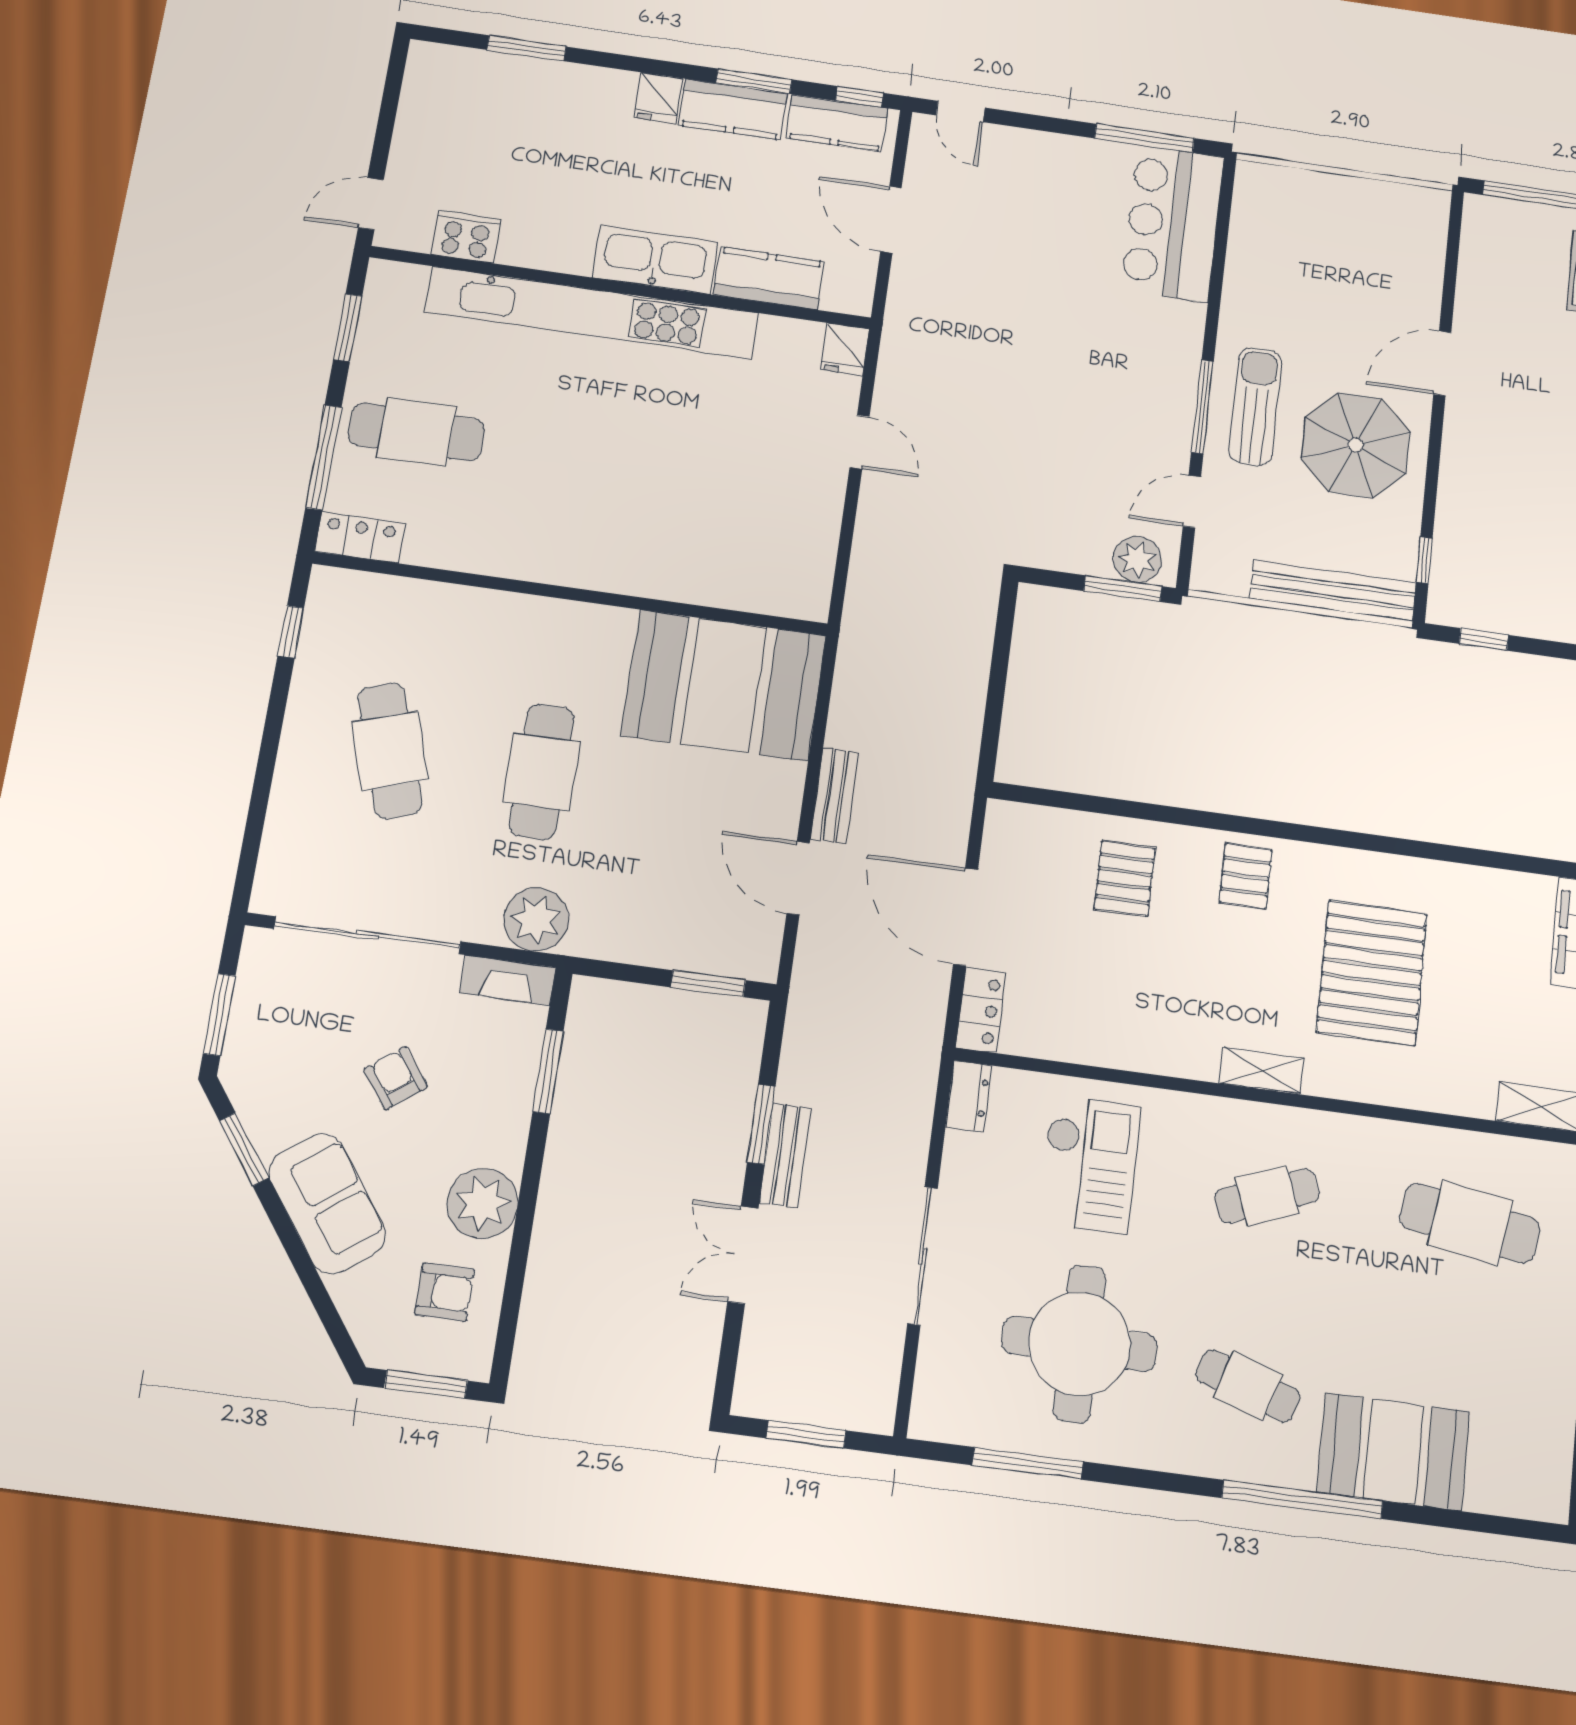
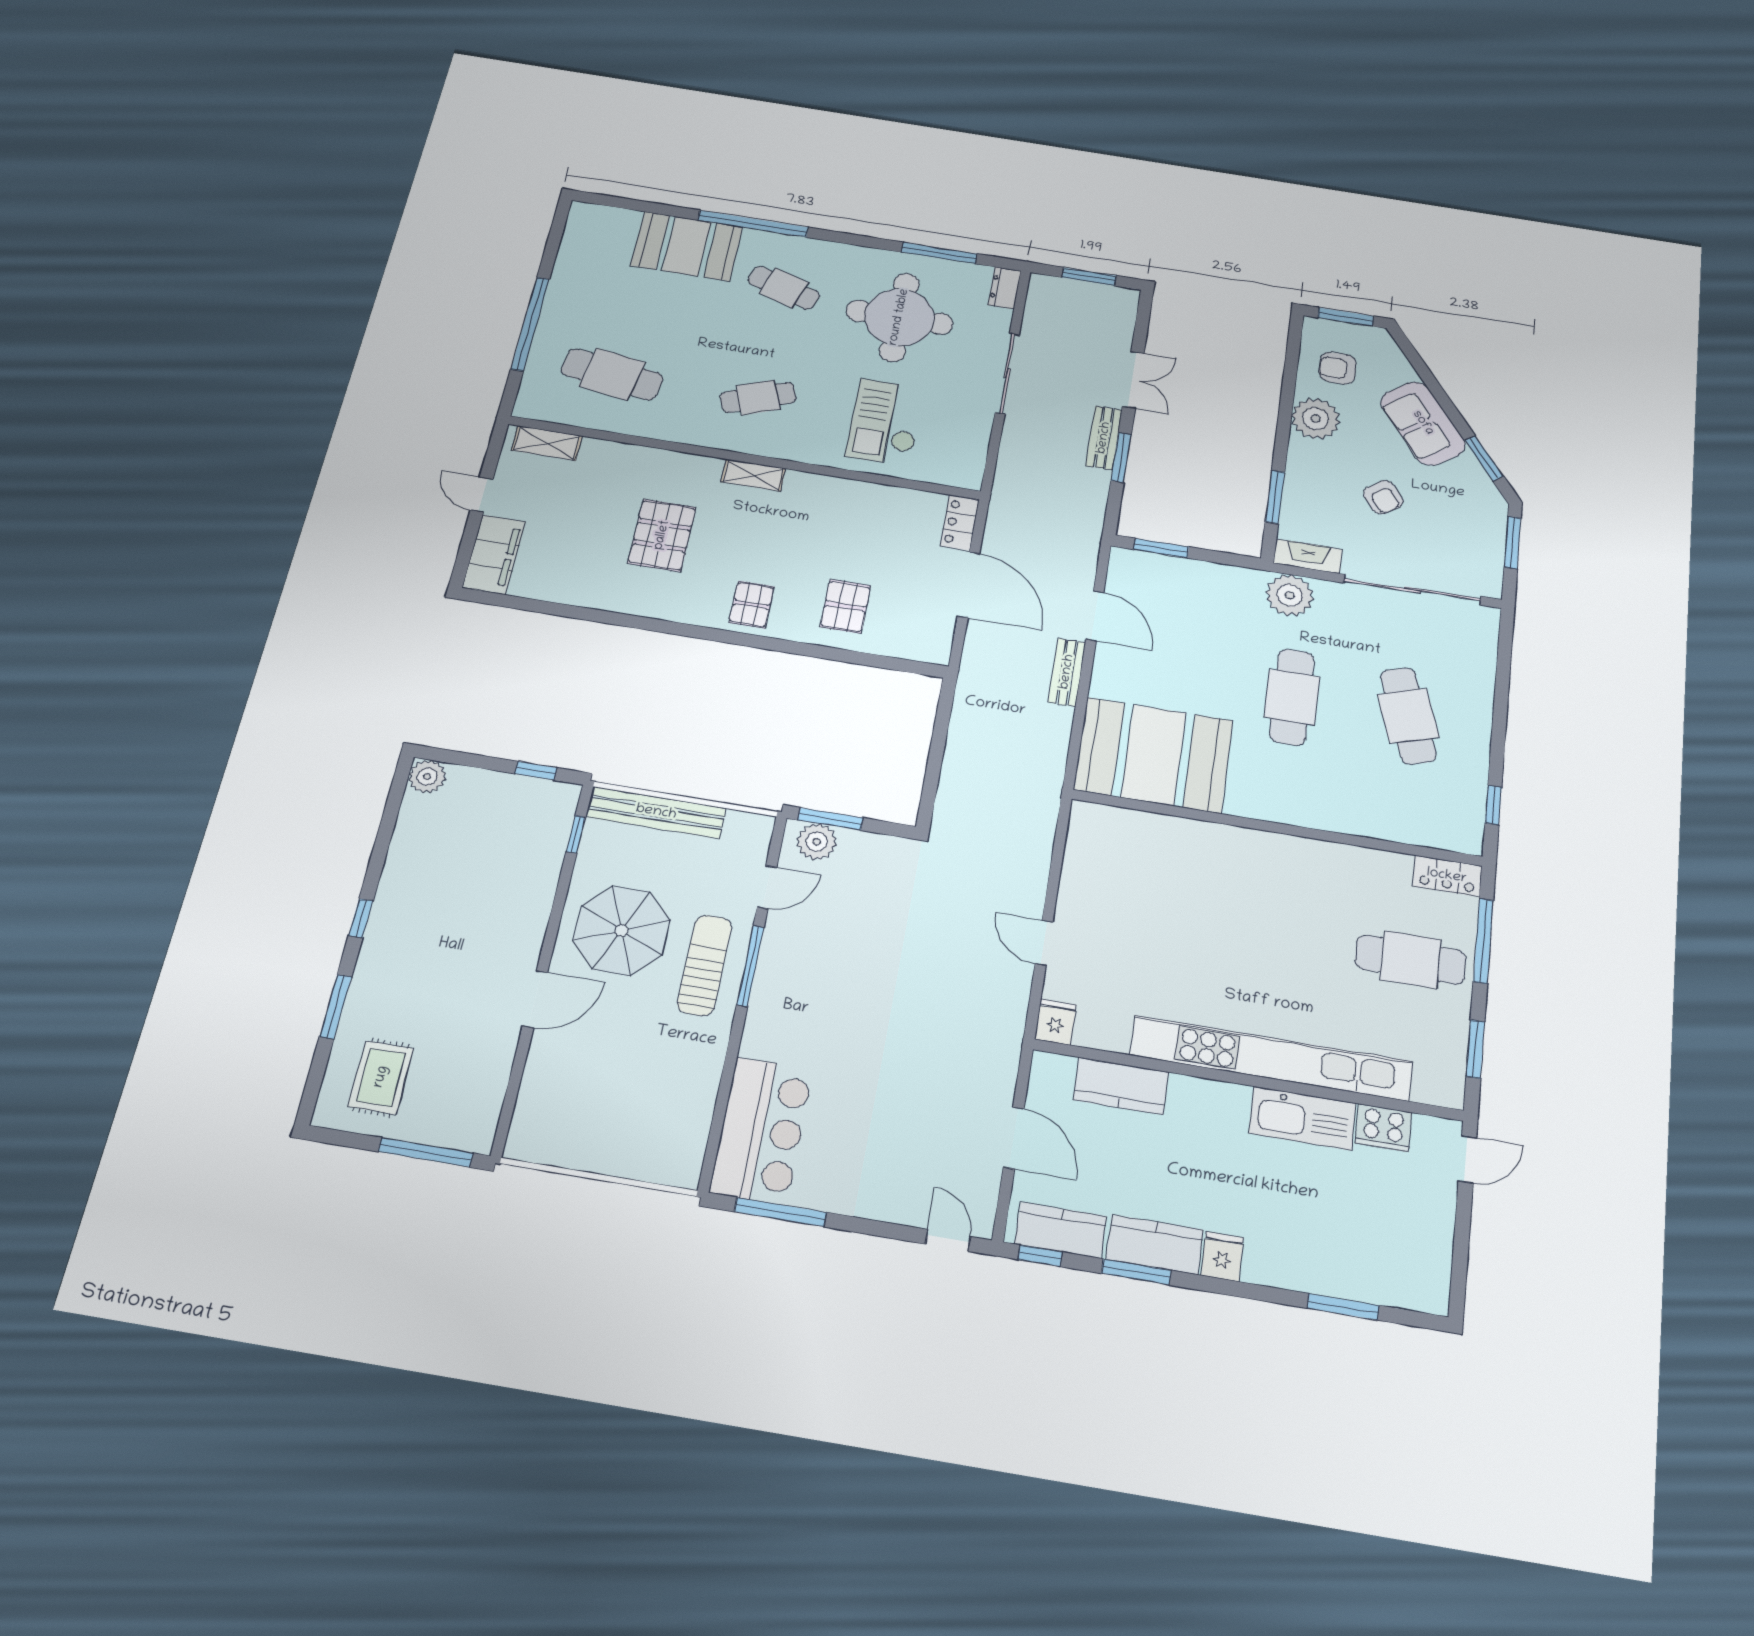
kitchen sink: (655, 260) -> (1302, 1118), moved
sun lounger: (1255, 407) -> (705, 965), turned 180
pallet: (1372, 973) -> (662, 535), width x0.73, depth x0.71
dresser: (968, 1096) -> (1005, 288), moved

